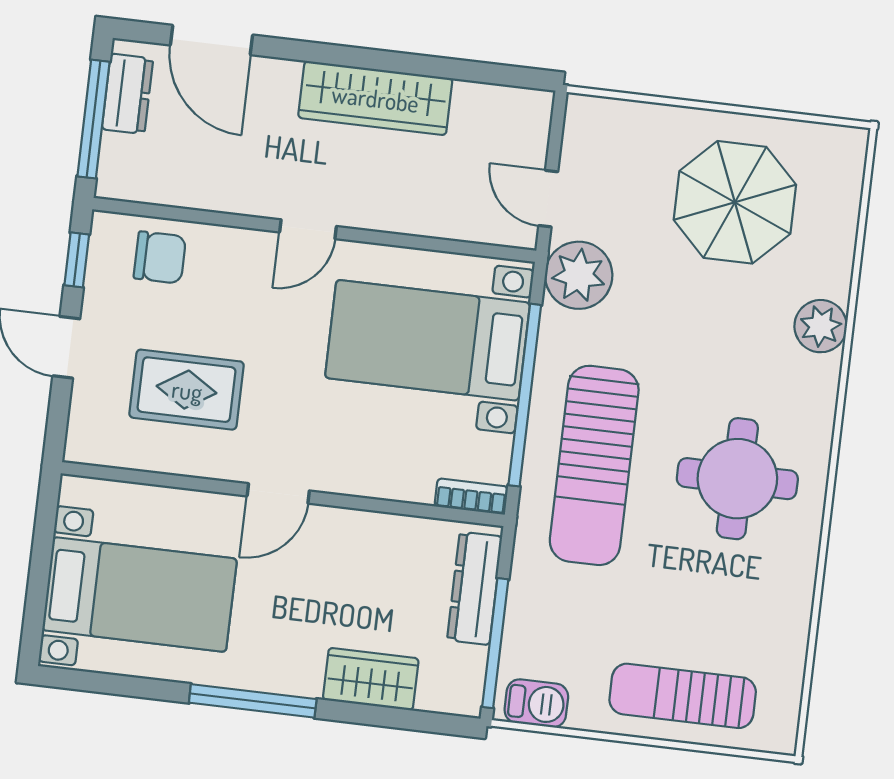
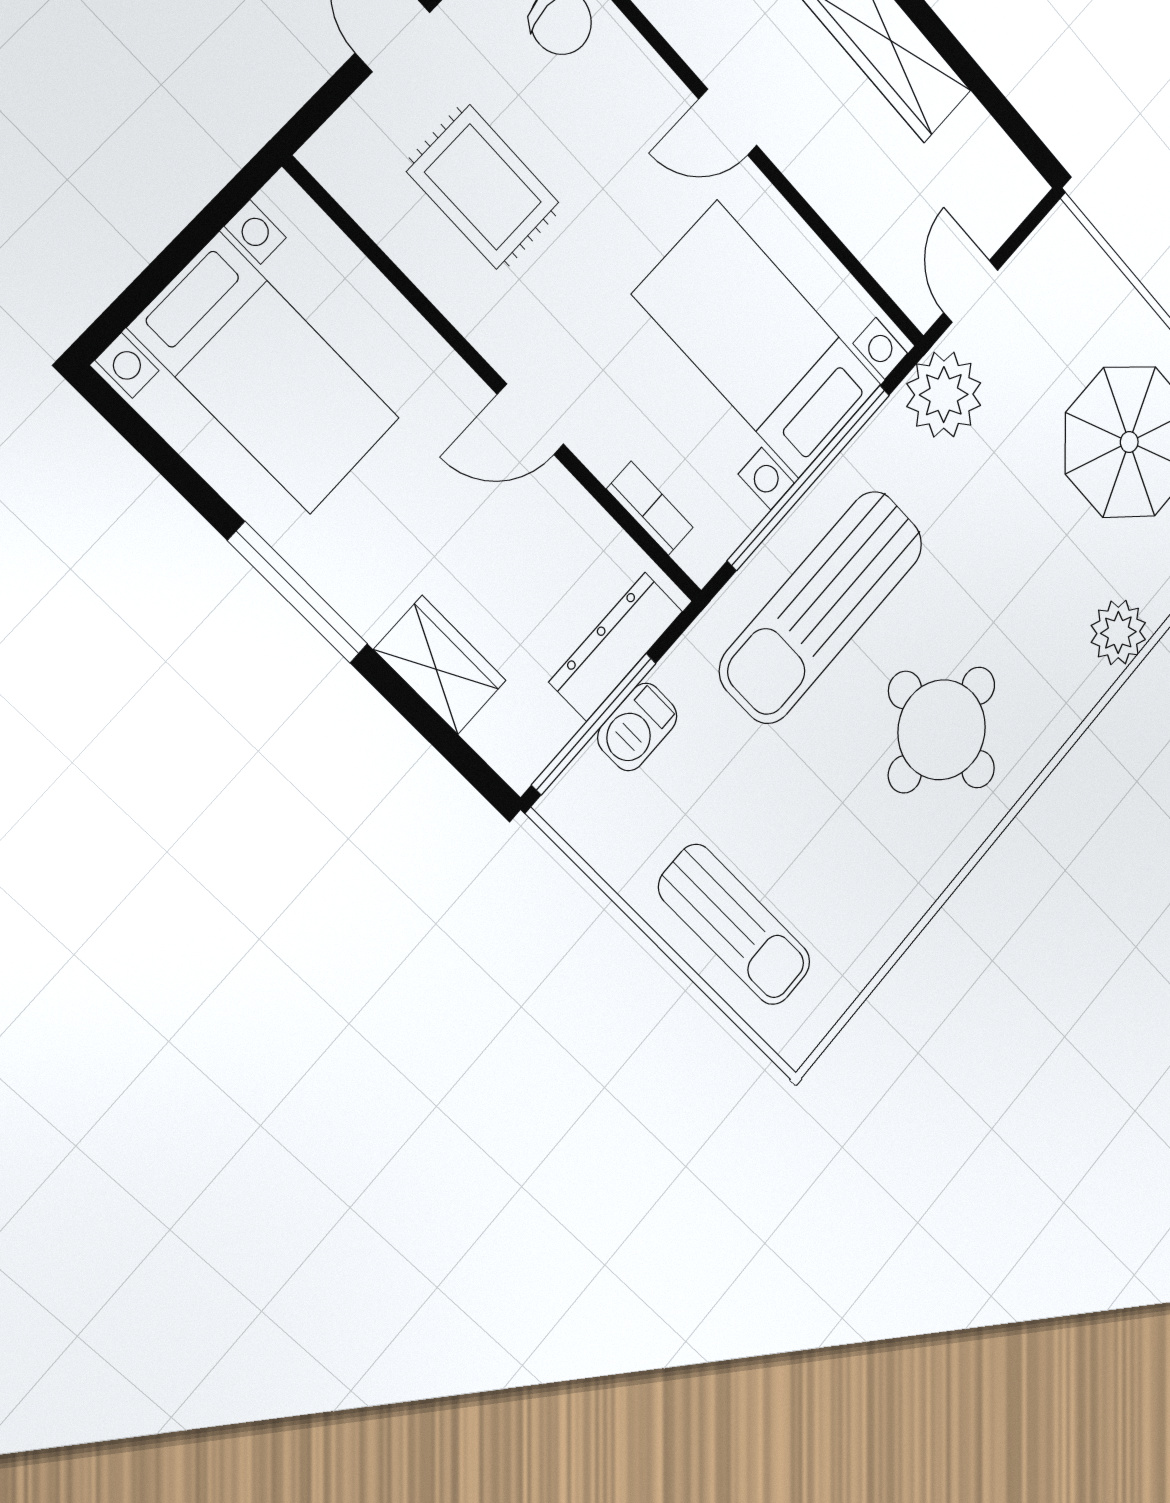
door: (278, 493) -> (530, 419), moved
bookcase: (471, 497) -> (650, 508), moved
sun lounger: (683, 696) -> (735, 925), turned 180
barbecue: (536, 703) -> (637, 727), moved, turned 90

